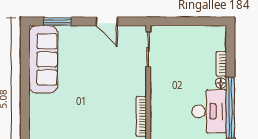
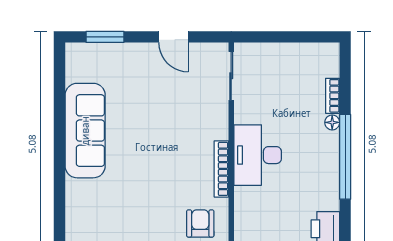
sofa: (43, 59) -> (85, 131), moved
desk: (209, 111) -> (258, 155), moved, turned 180

